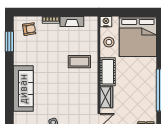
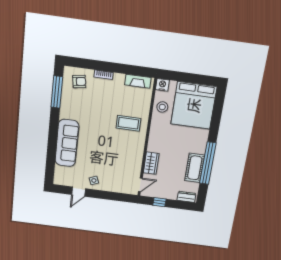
fireplace: (72, 21) -> (138, 81), moved
window: (9, 41) -> (57, 92), width x1.44
cot: (108, 72) -> (195, 168), moved

